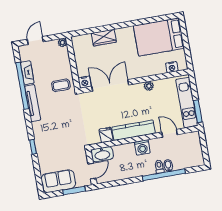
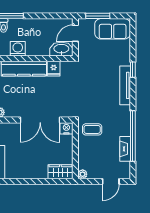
wardrobe: (104, 38) -> (60, 172), moved
tv unit: (33, 103) -> (125, 85), moved

